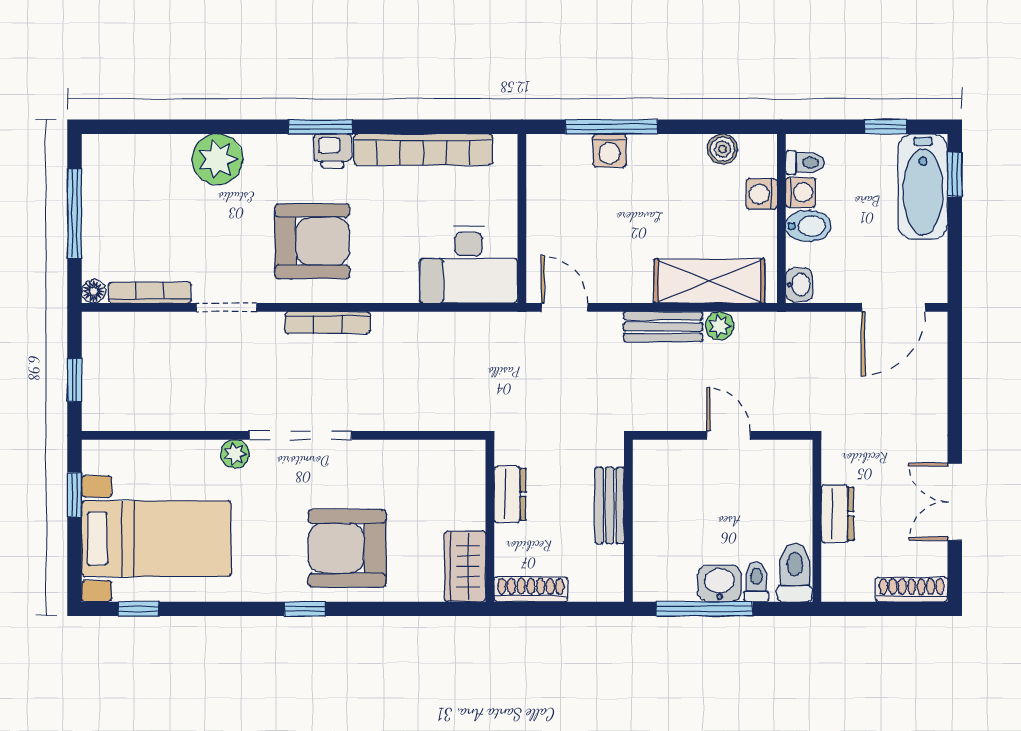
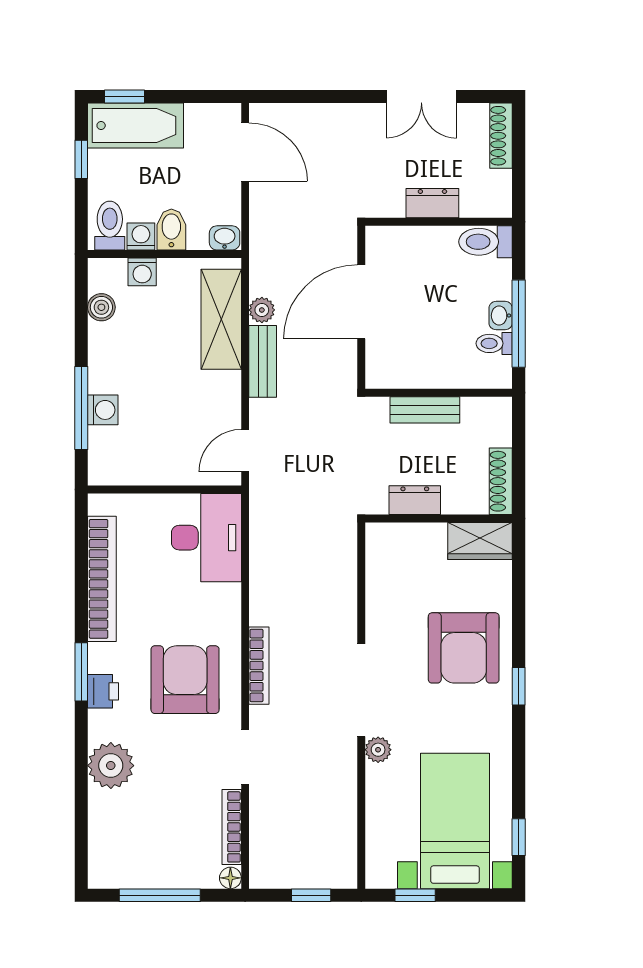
printer: (333, 151) -> (103, 691), moved
toilet: (805, 163) -> (110, 226), width x1.37, depth x1.39
door: (729, 435) -> (361, 302), width x1.87
toilet: (756, 582) -> (494, 343), moved
washbasin: (719, 583) -> (501, 316), width x0.72, depth x0.69

